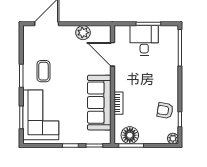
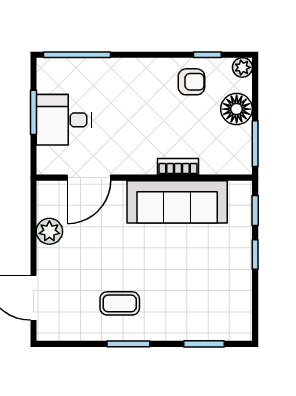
armchair: (165, 110) -> (191, 82), turned -99
corner sofa: (41, 115) -> (199, 308), removed
floor lamp: (130, 135) -> (237, 109), moved

